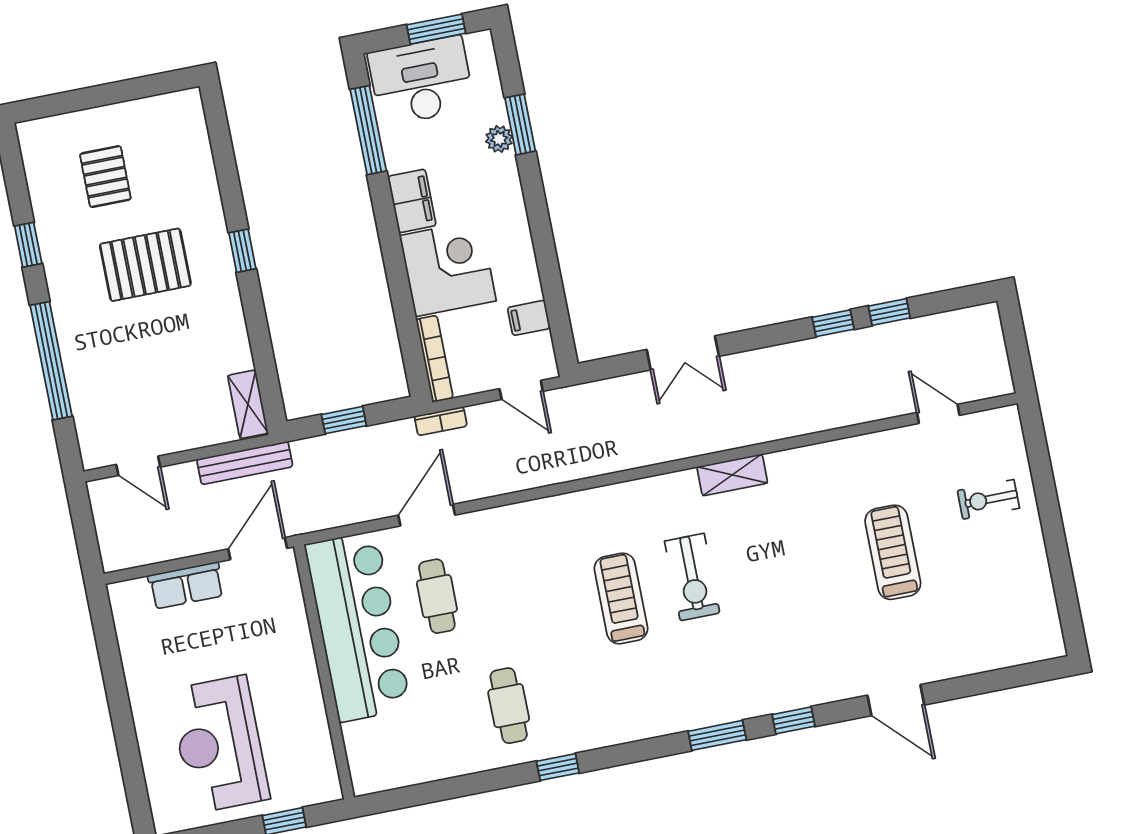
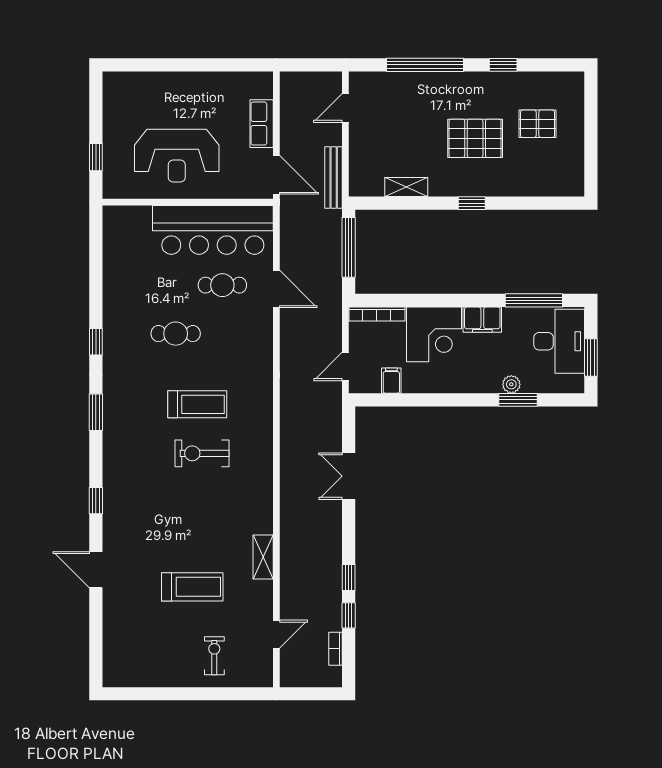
pallet: (145, 265) -> (475, 138), turned 90
shelving: (248, 404) -> (406, 187), moved
window: (344, 420) -> (349, 247), width x2.17
bookcase: (441, 421) -> (336, 649), moved
shelving: (732, 475) -> (263, 557), moved
door: (896, 700) -> (96, 570), hinge flipped
cafe table: (509, 706) -> (176, 334), moved
window: (717, 735) -> (96, 412), moved
reception desk: (219, 744) -> (177, 156), moved, turned 180

